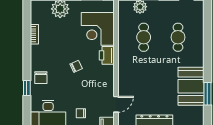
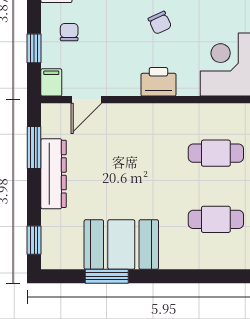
printer: (107, 55) -> (158, 82), moved
door: (116, 104) -> (86, 100), hinge flipped

